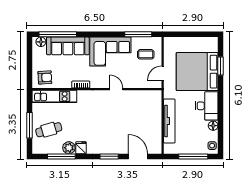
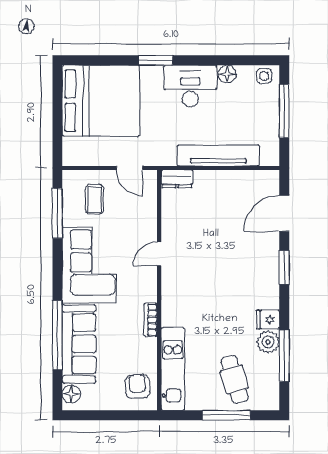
window: (58, 34) -> (57, 335), moved
window: (221, 66) -> (156, 60), moved
bed: (197, 72) -> (101, 101), moved, turned -90
dresser: (157, 99) -> (177, 179), added

